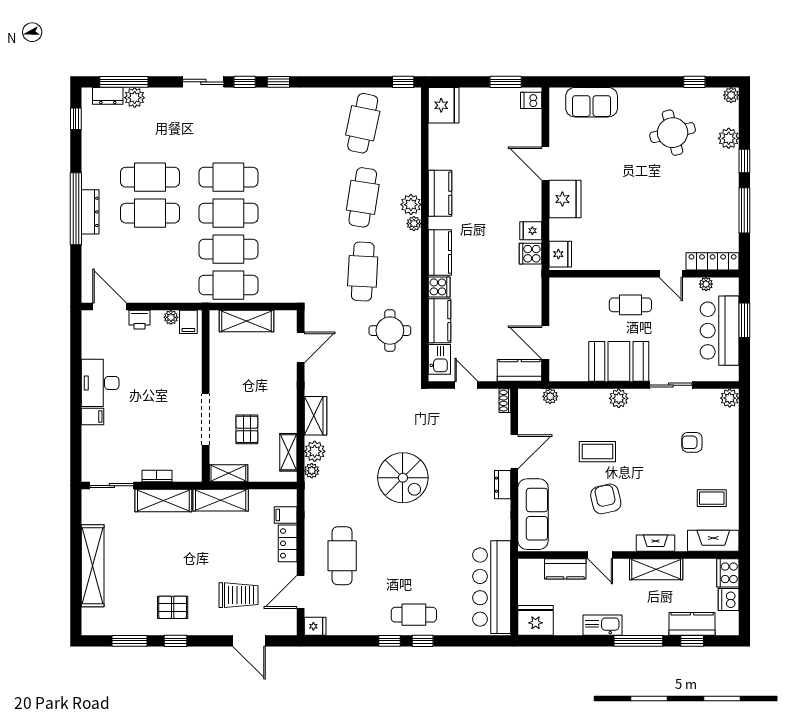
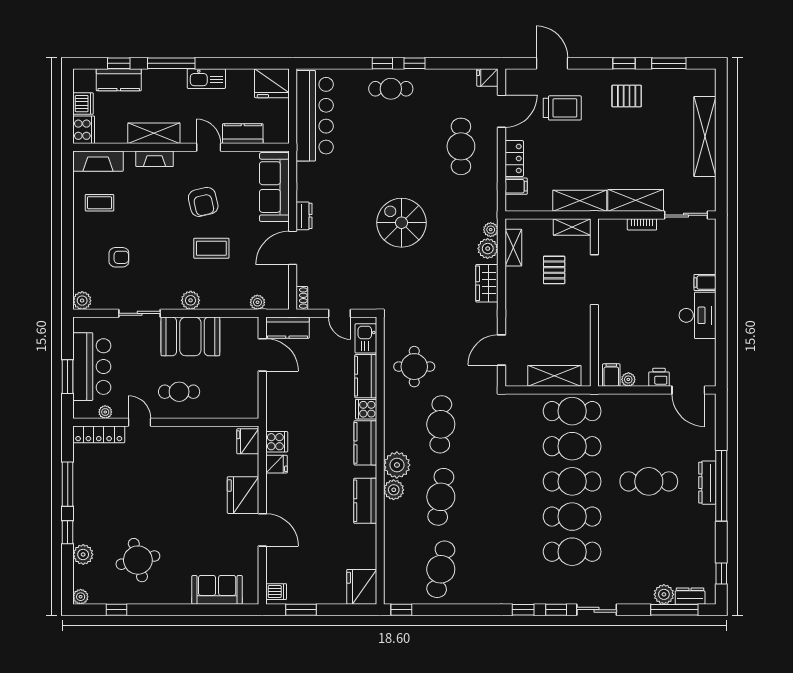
cafe table: (150, 177) -> (572, 552), moved
plant: (414, 224) -> (397, 465), width x1.87, depth x1.87
trolley: (239, 595) -> (562, 108), turned 180

